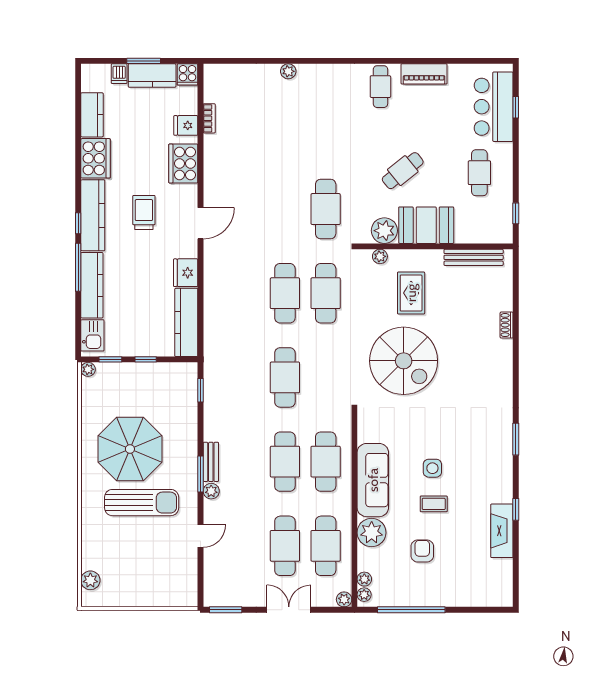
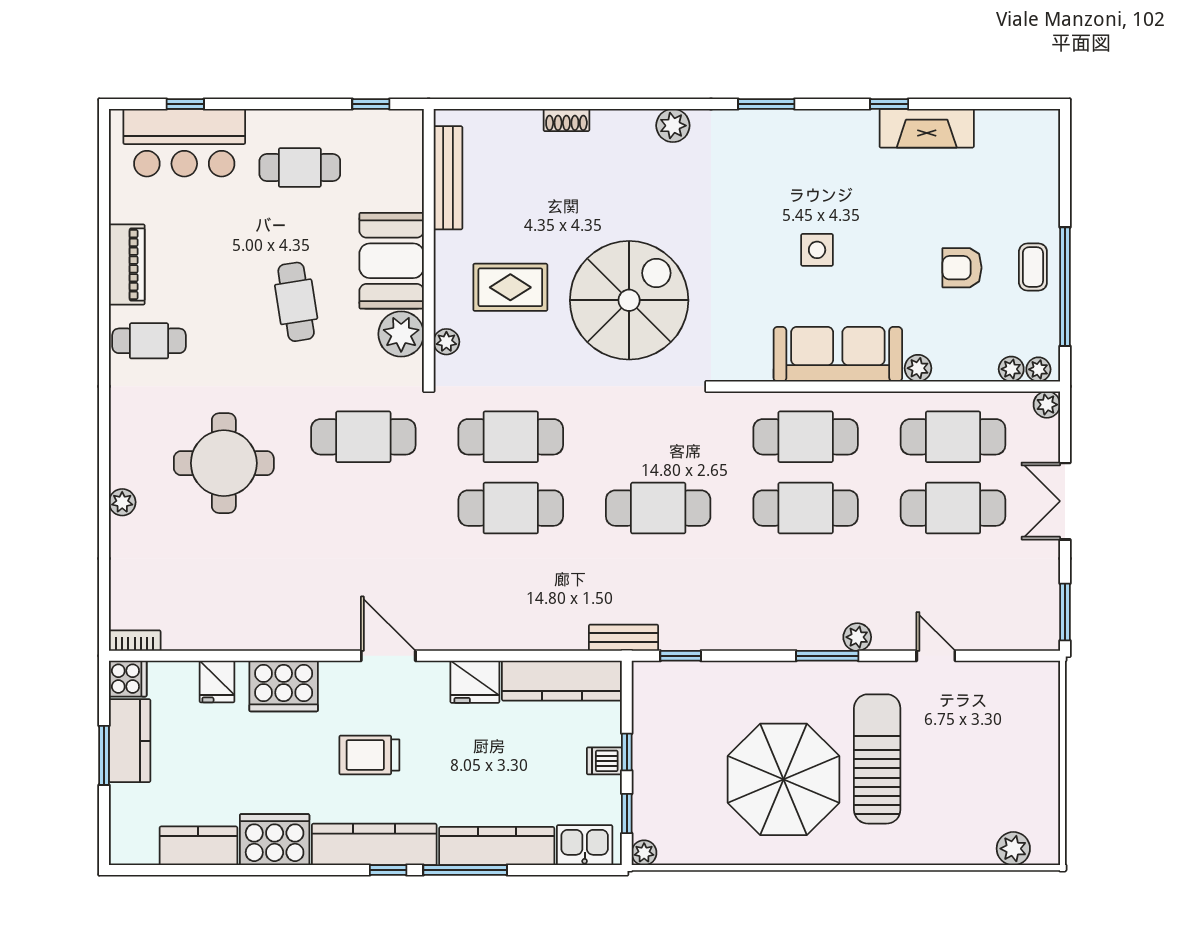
dishwasher: (119, 74) -> (604, 761), moved, turned 180
bookcase: (209, 118) -> (135, 641), moved
round table: (311, 129) -> (224, 463), added
cafe table: (403, 171) -> (296, 302), turned 30
plant: (503, 386) -> (673, 126), added
bench: (211, 462) -> (624, 638), moved
coffee table: (434, 504) -> (1033, 267), moved
plant: (372, 533) -> (918, 368), width x0.53, depth x0.53

